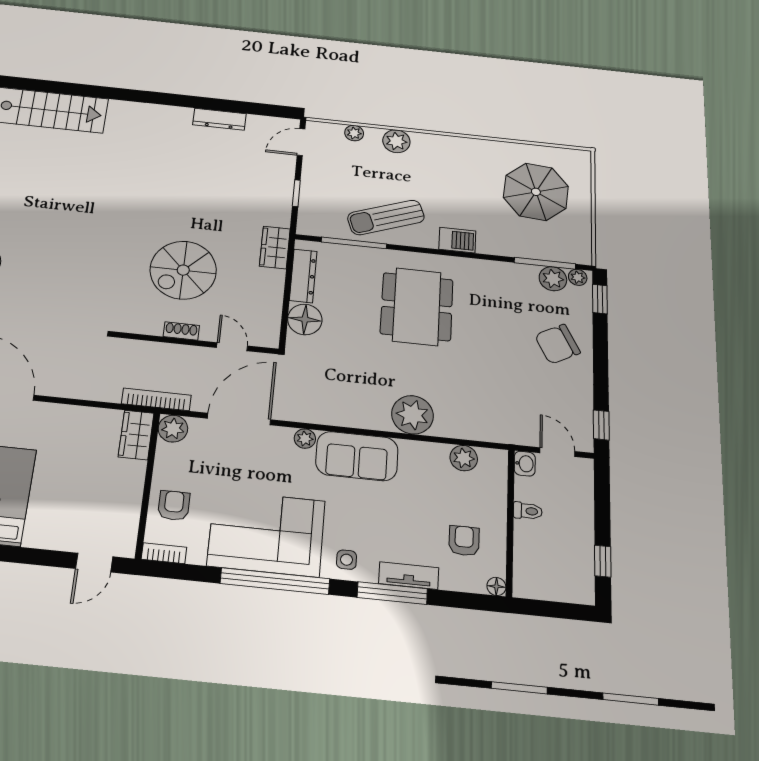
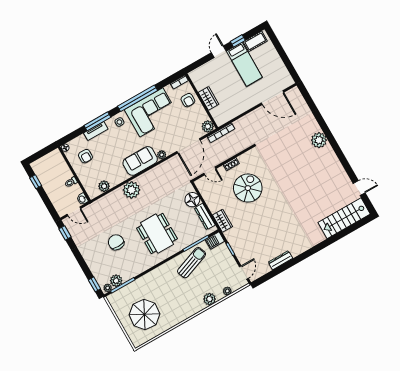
barbecue: (457, 240) -> (215, 240), moved
chair: (557, 344) -> (116, 242), moved, turned -62
wardrobe: (136, 435) -> (208, 98), moved
door: (94, 563) -> (219, 52), moved

